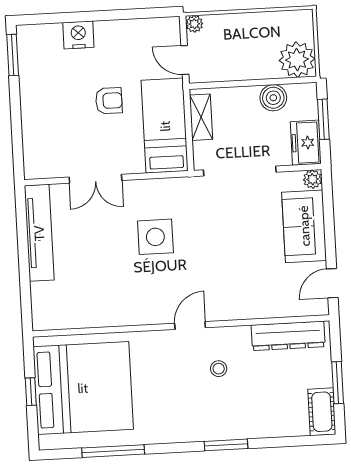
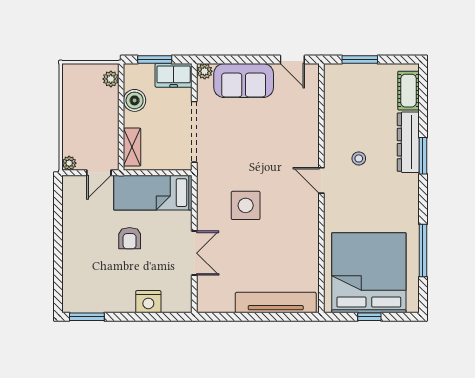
nightstand: (78, 35) -> (148, 302), moved, turned -90
plant: (297, 60) -> (111, 79), width x0.53, depth x0.53
armchair: (109, 101) -> (130, 238), turned 180
shelving: (201, 117) -> (132, 147), moved, turned 90
tv unit: (39, 233) -> (276, 303), moved
dresser: (288, 336) -> (408, 142), moved, turned 180
window: (338, 383) -> (360, 60), moved
cot: (322, 412) -> (408, 91), moved, turned 90

